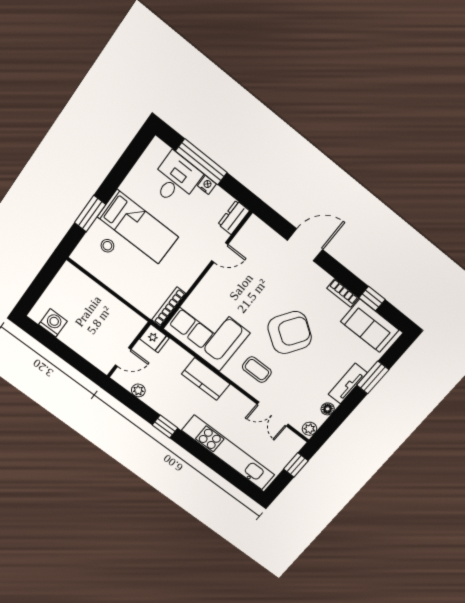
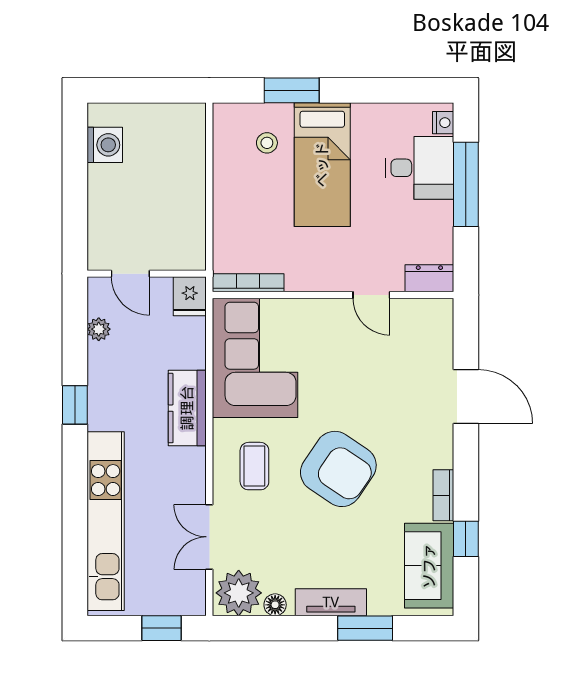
nightstand: (207, 185) -> (443, 123), moved
plant: (309, 429) -> (239, 593), width x1.87, depth x1.87

